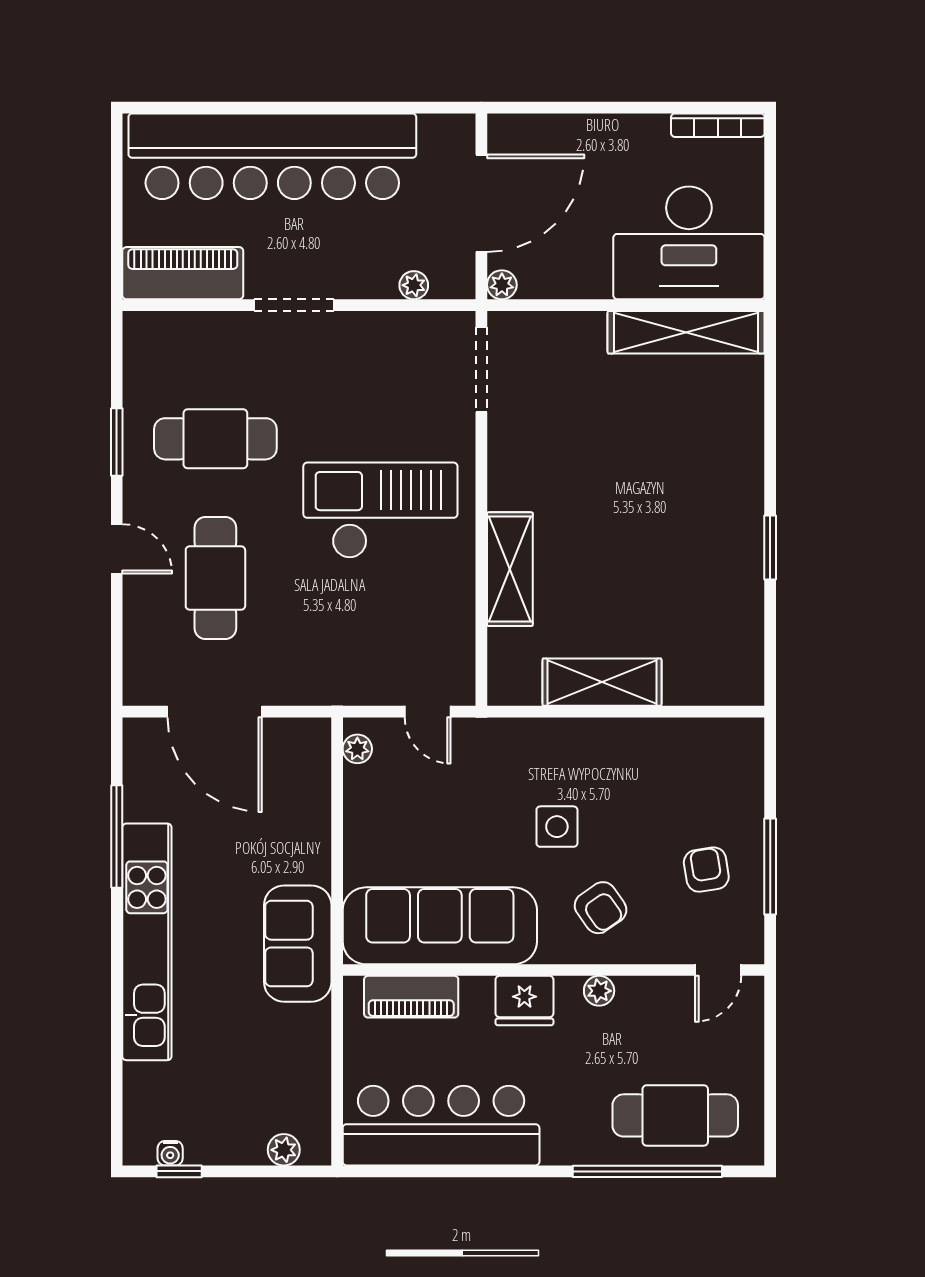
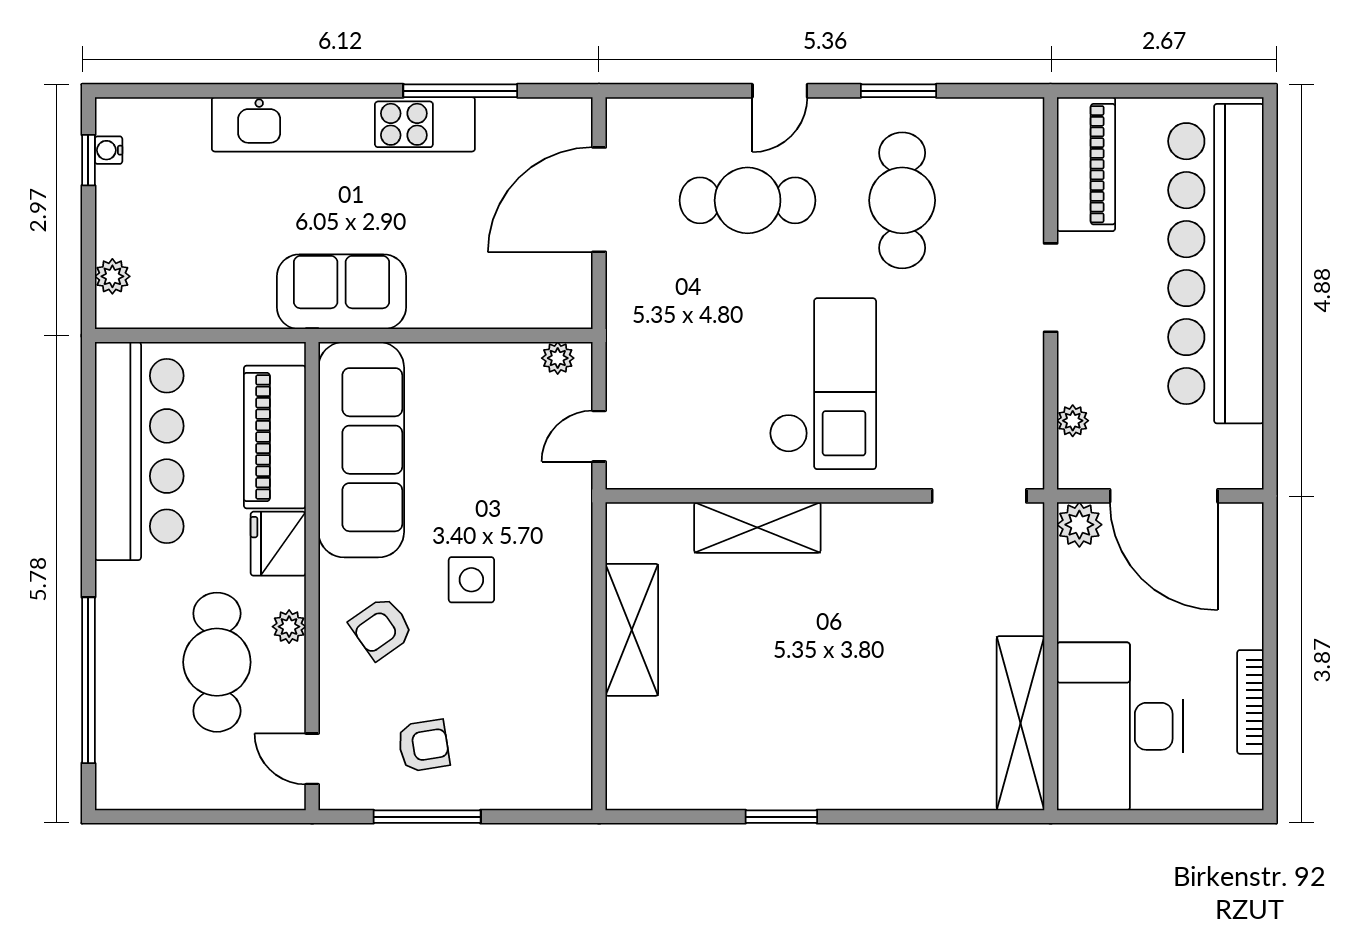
bookcase: (718, 125) -> (1250, 702), moved
plant: (502, 285) -> (1079, 525), width x1.38, depth x1.38
piano: (411, 997) -> (275, 437), width x1.37, depth x1.33
cafe table: (675, 1115) -> (217, 662), moved

